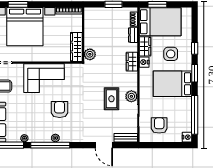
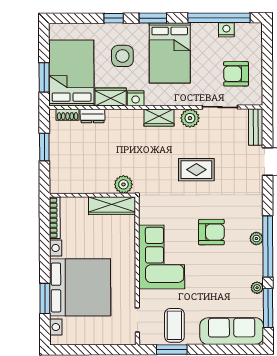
wardrobe: (132, 62) -> (159, 118), moved
rug: (111, 99) -> (196, 170), moved
armchair: (60, 110) -> (211, 232), turned 180
nightstand: (187, 137) -> (226, 30), moved

